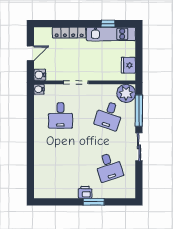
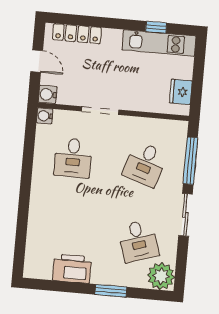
locker: (69, 33) -> (77, 34), moved
door: (30, 53) -> (37, 61), hinge flipped
plant: (126, 93) -> (161, 276), moved
printer: (85, 192) -> (72, 269), moved, width x1.87, depth x1.48

